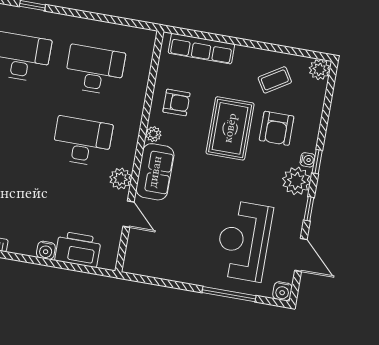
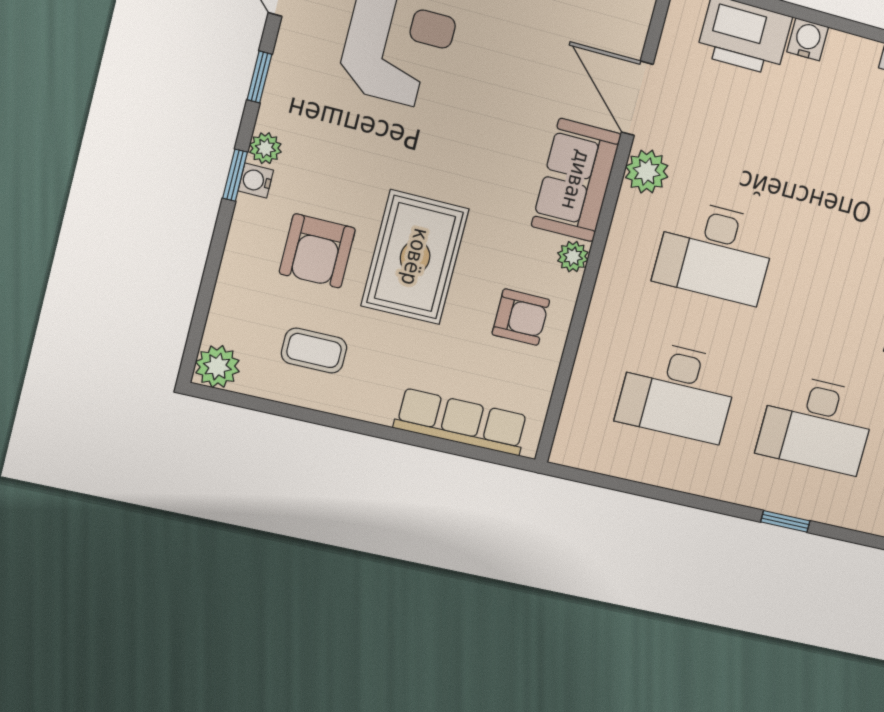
coffee table: (275, 80) -> (314, 351), turned 32
armchair: (176, 102) -> (521, 317), turned 180
armchair: (277, 128) -> (317, 251), turned 180
plant: (296, 181) -> (265, 148), width x0.53, depth x0.53
door: (128, 214) -> (637, 98), width x1.38

